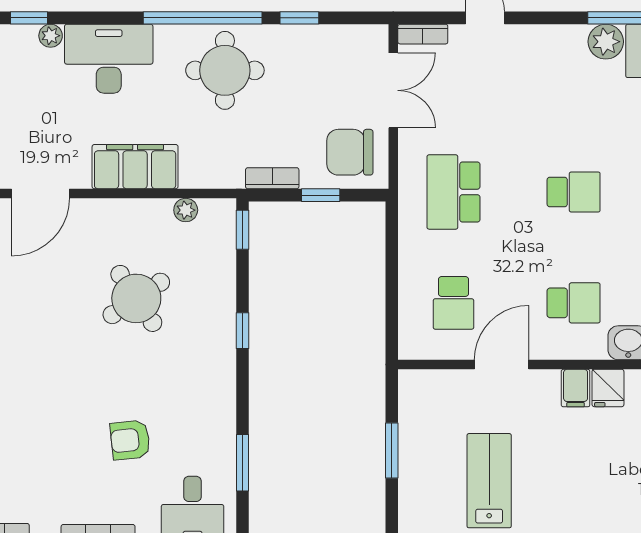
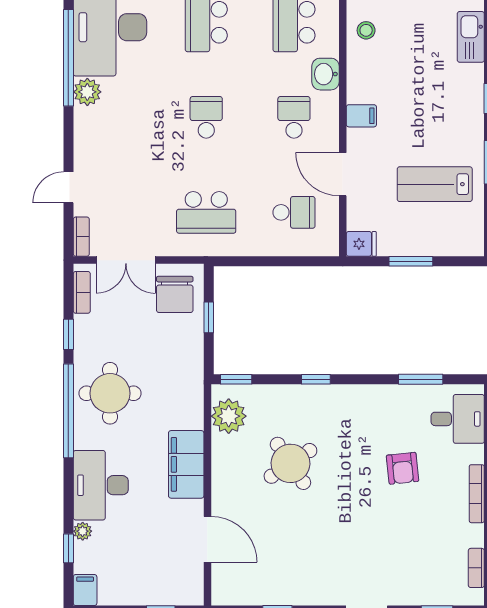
double door: (393, 90) -> (126, 260), swing flipped
bookcase: (272, 178) -> (82, 292), moved, turned 180
plant: (186, 210) -> (229, 416), width x1.87, depth x1.87
fridge: (608, 388) -> (361, 244), moved

